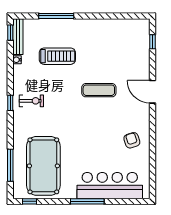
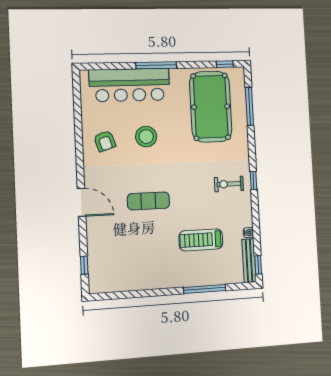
stool: (98, 143) -> (146, 137), added

